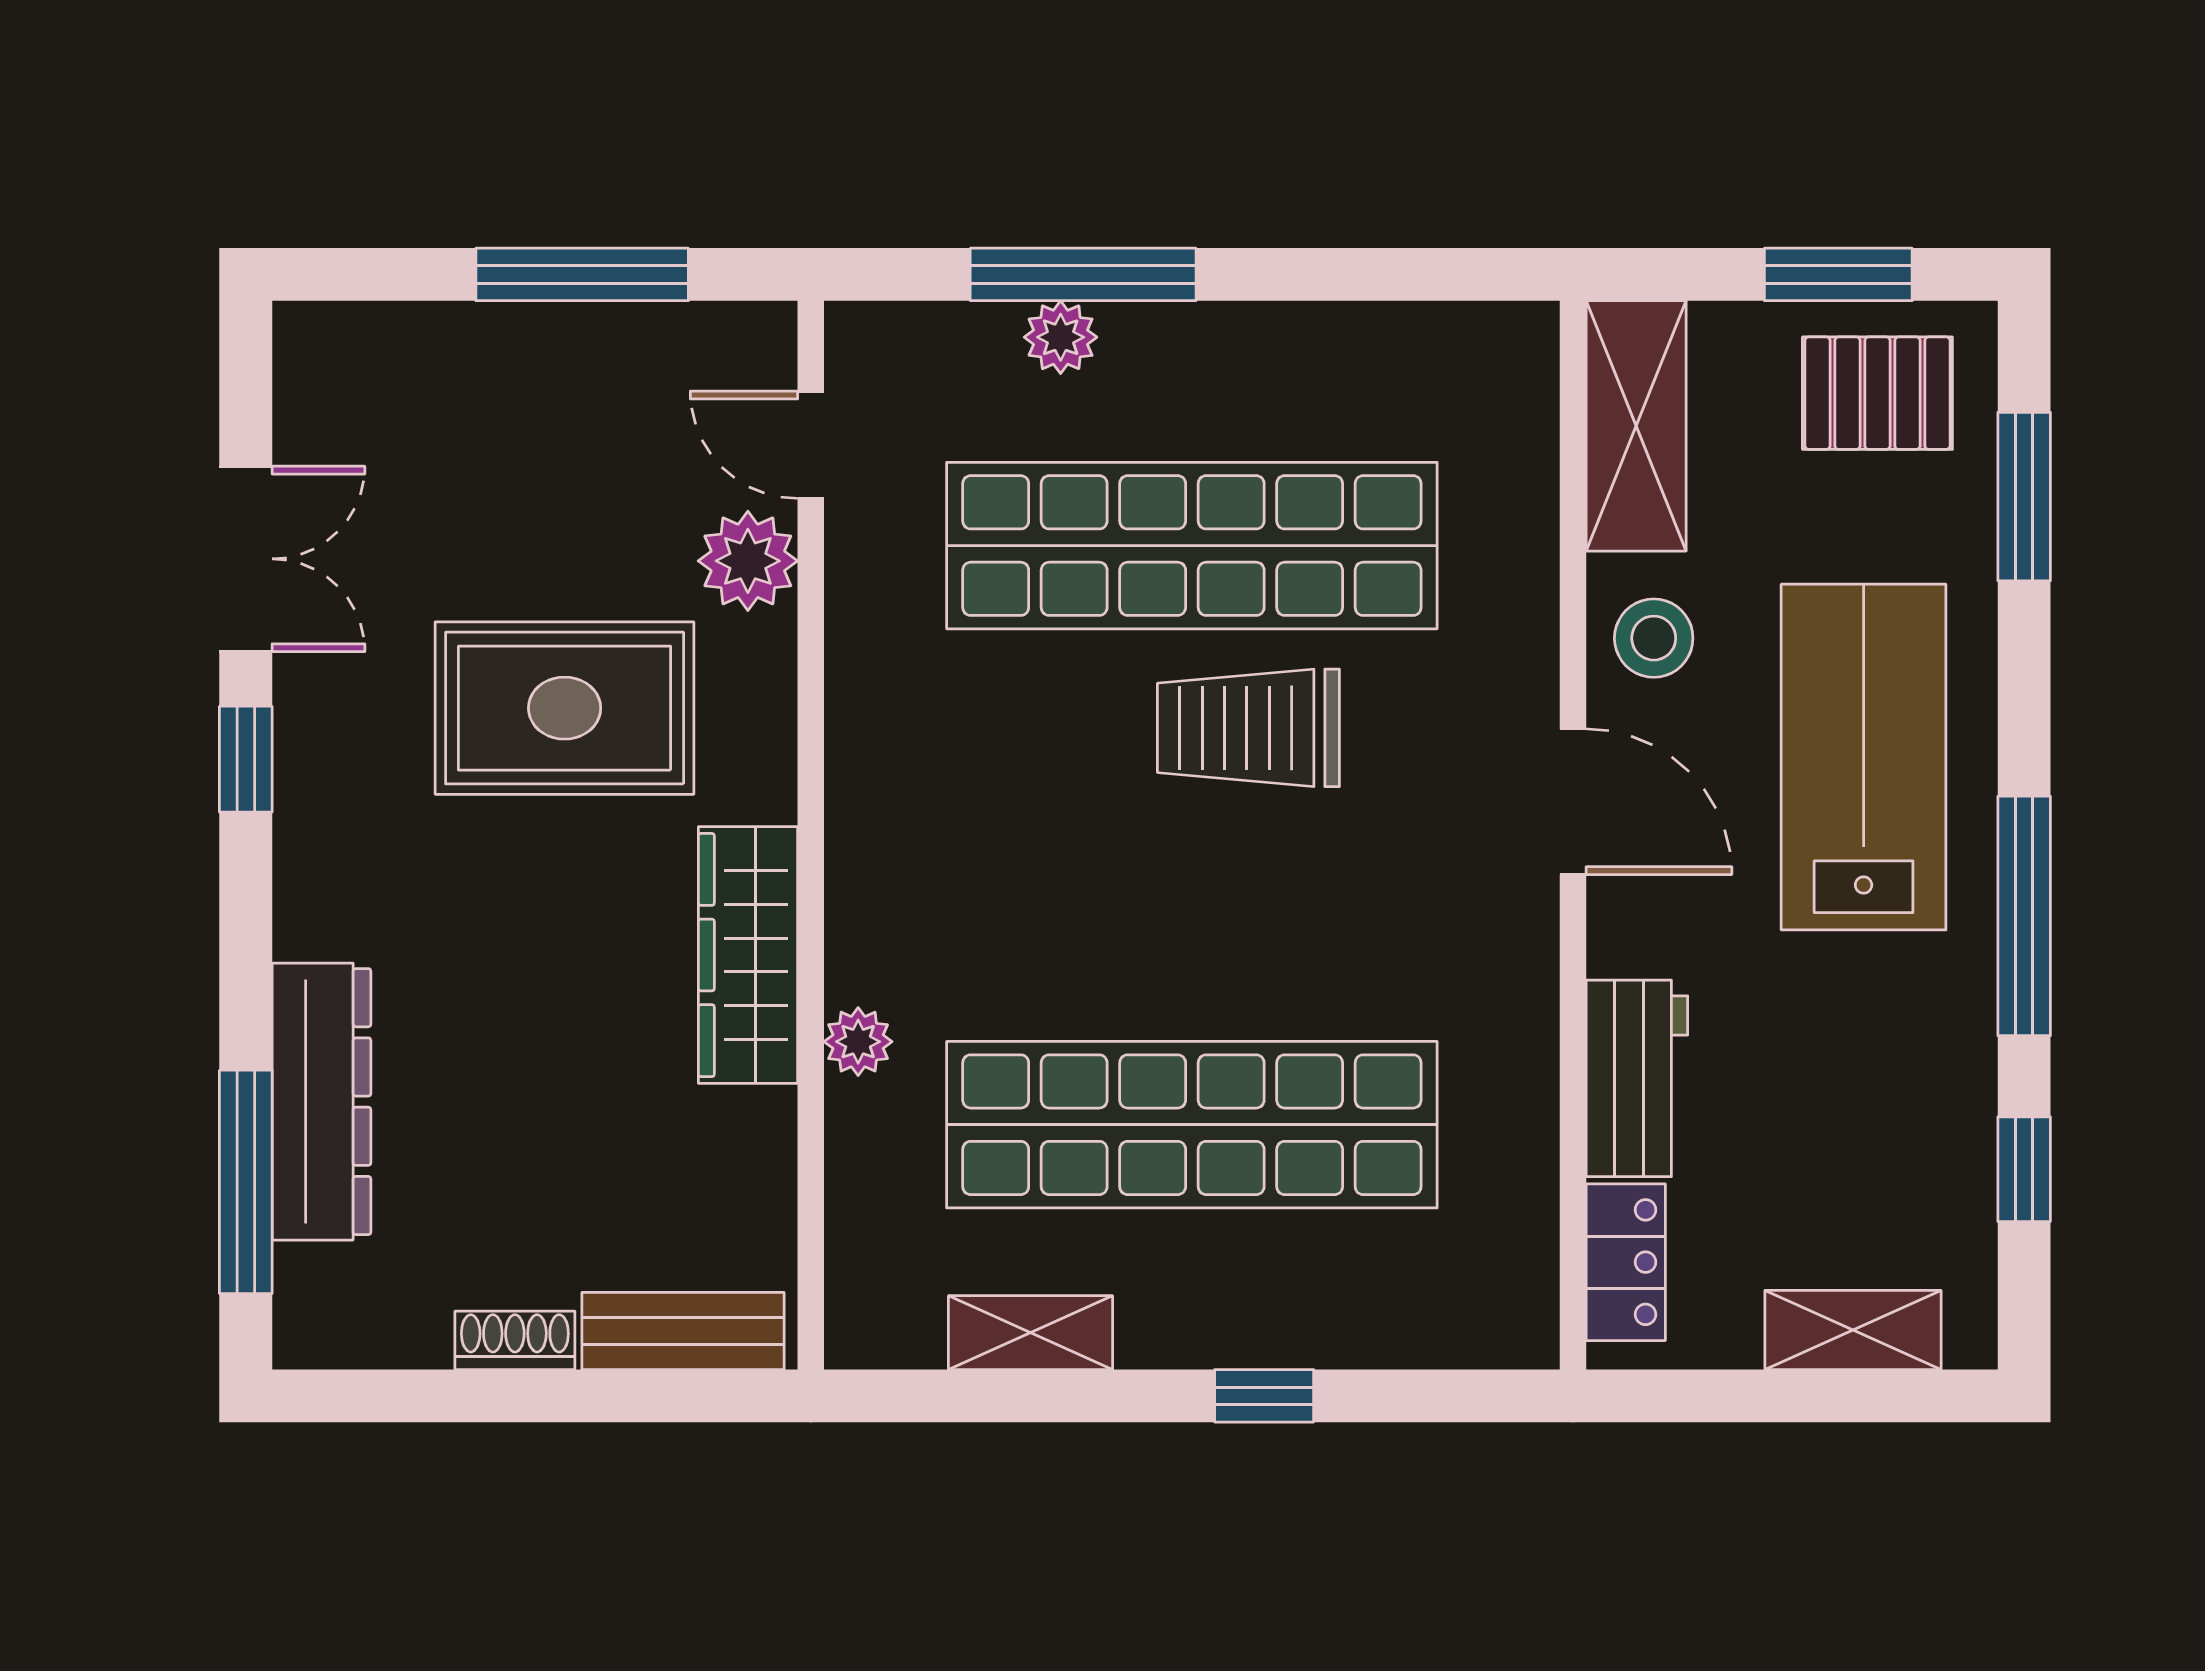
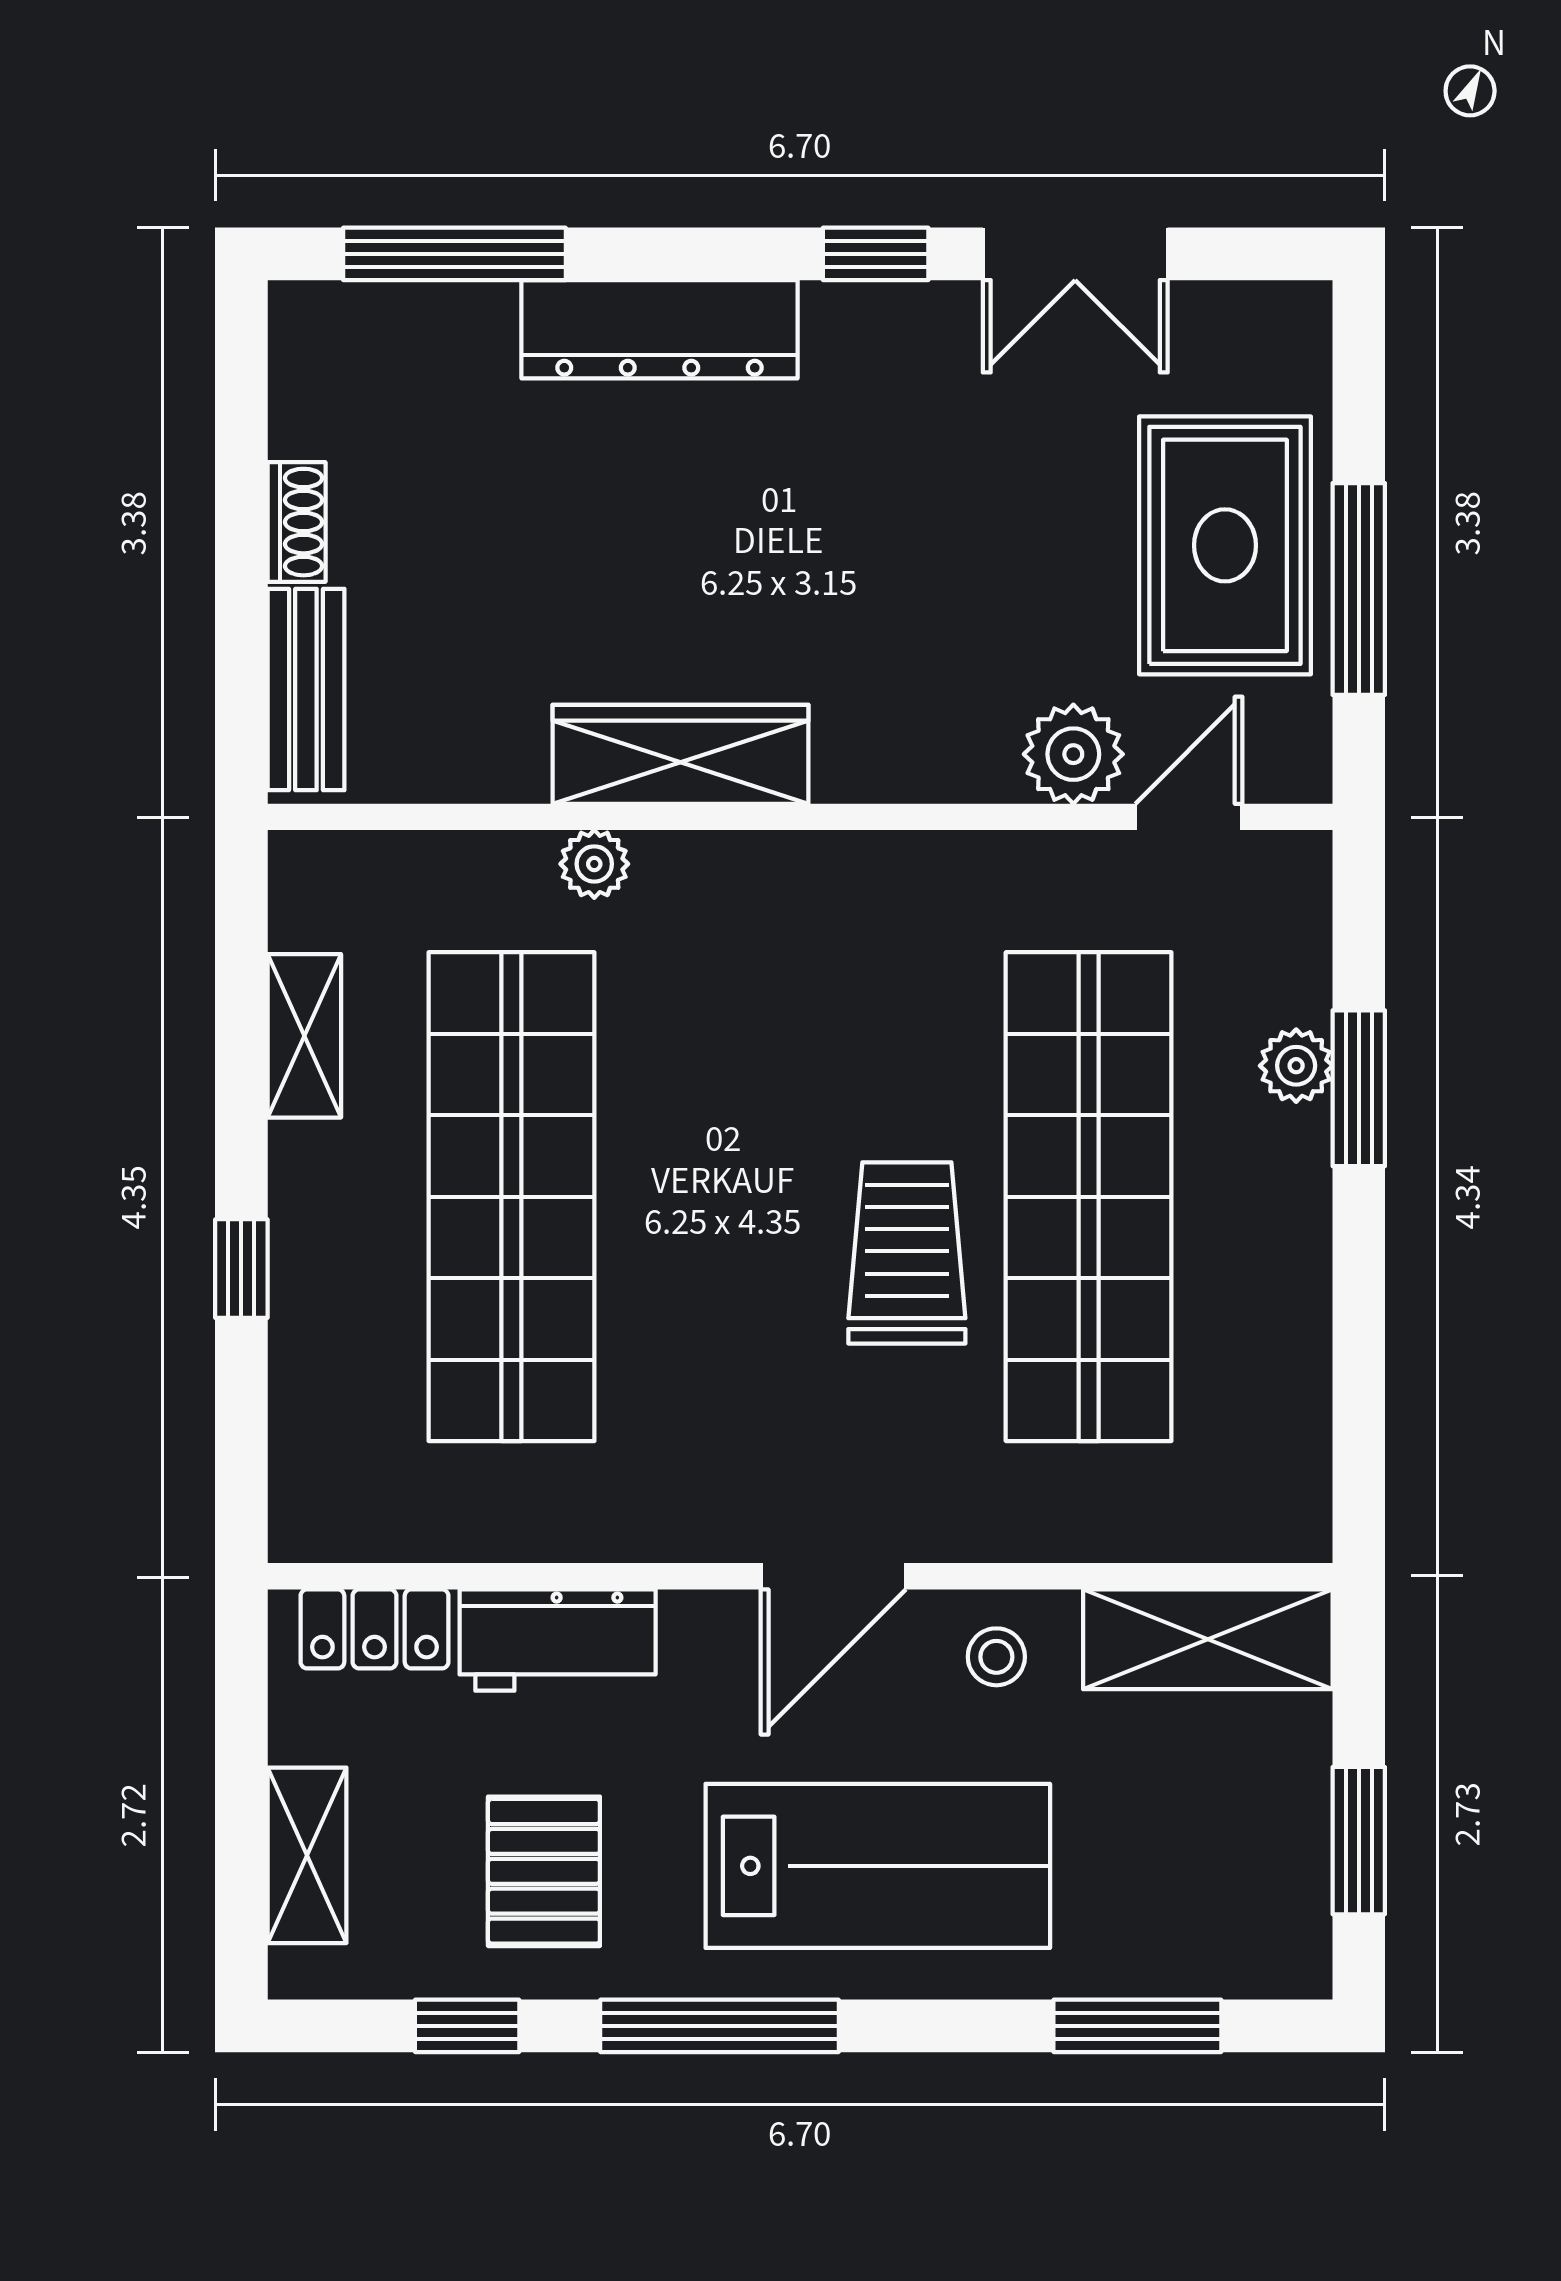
window: (1083, 274) -> (1359, 1088), width x0.69
pallet: (1877, 393) -> (544, 1871), moved
stool: (1654, 638) -> (996, 1657), width x0.73, depth x0.73
rug: (565, 708) -> (1225, 545), moved
dresser: (321, 1102) -> (660, 329), moved

